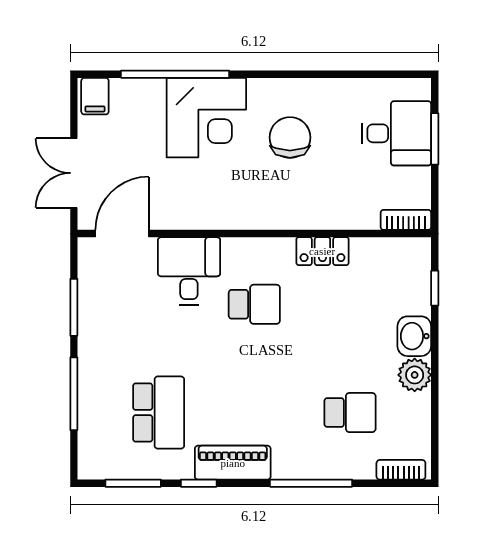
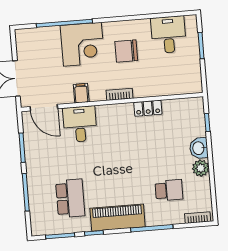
filing cabinet: (95, 96) -> (81, 93), moved, turned 180
desk: (396, 133) -> (168, 35), moved, turned -90
chair: (290, 137) -> (126, 51), turned -90
bookcase: (406, 220) -> (120, 94), moved
door: (122, 234) -> (44, 108), swing flipped
school desk: (254, 304) -> (115, 138), removed
piano: (233, 463) -> (118, 218), width x1.37, depth x1.33

